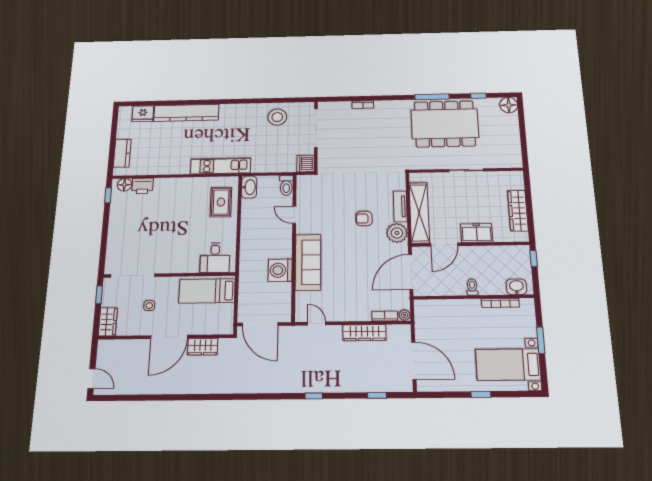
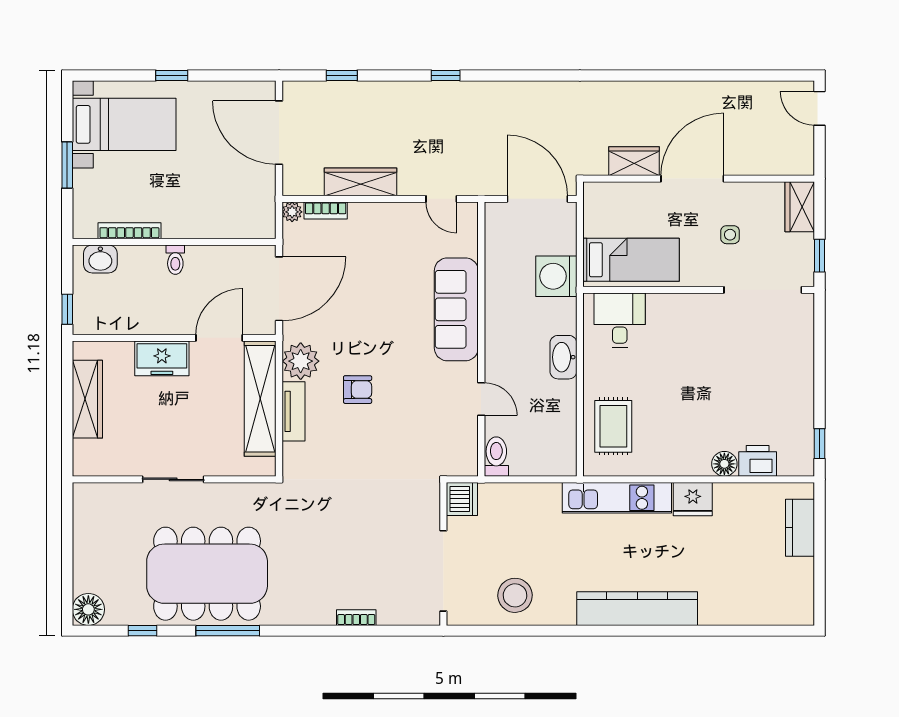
kitchen counter: (186, 113) -> (637, 609), moved
fridge: (143, 114) -> (693, 499), moved, turned 180
floor lamp: (124, 185) -> (724, 464), moved
washbasin: (249, 187) -> (563, 357), moved
washing machine: (280, 270) -> (556, 276), moved, turned 180

